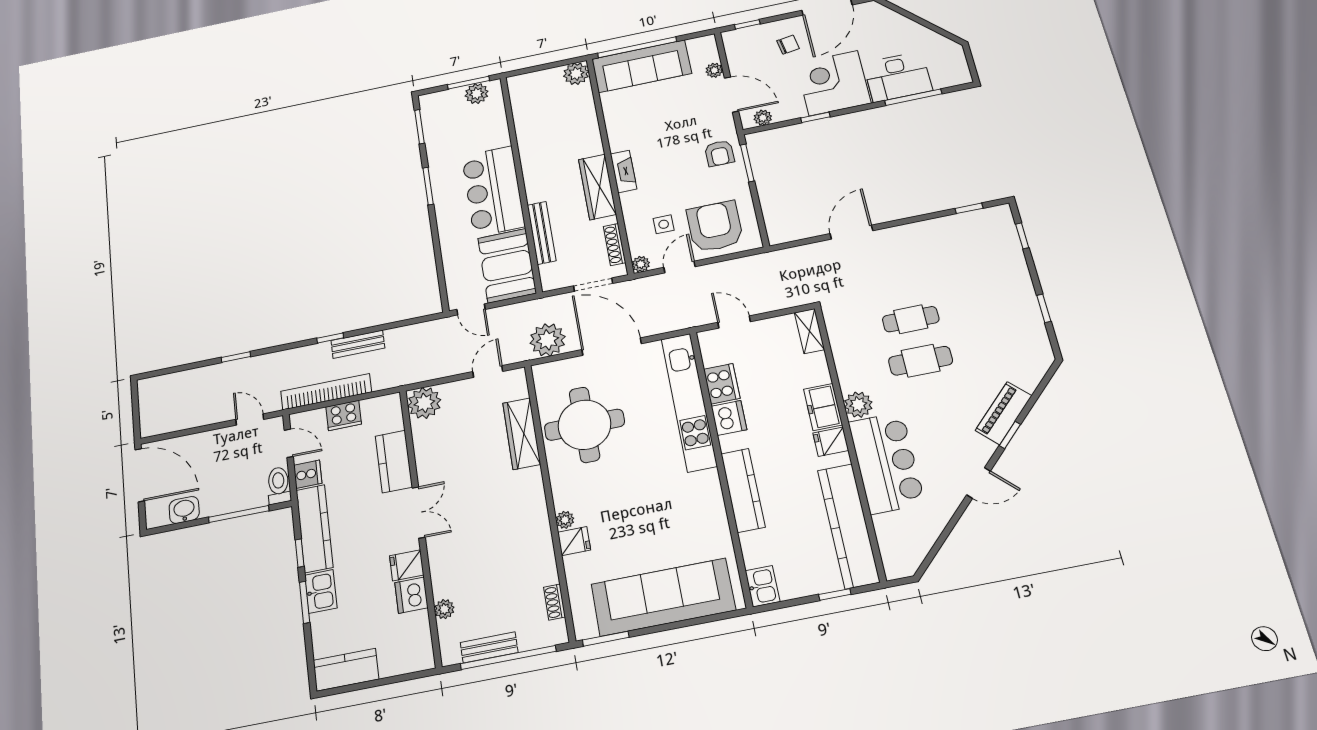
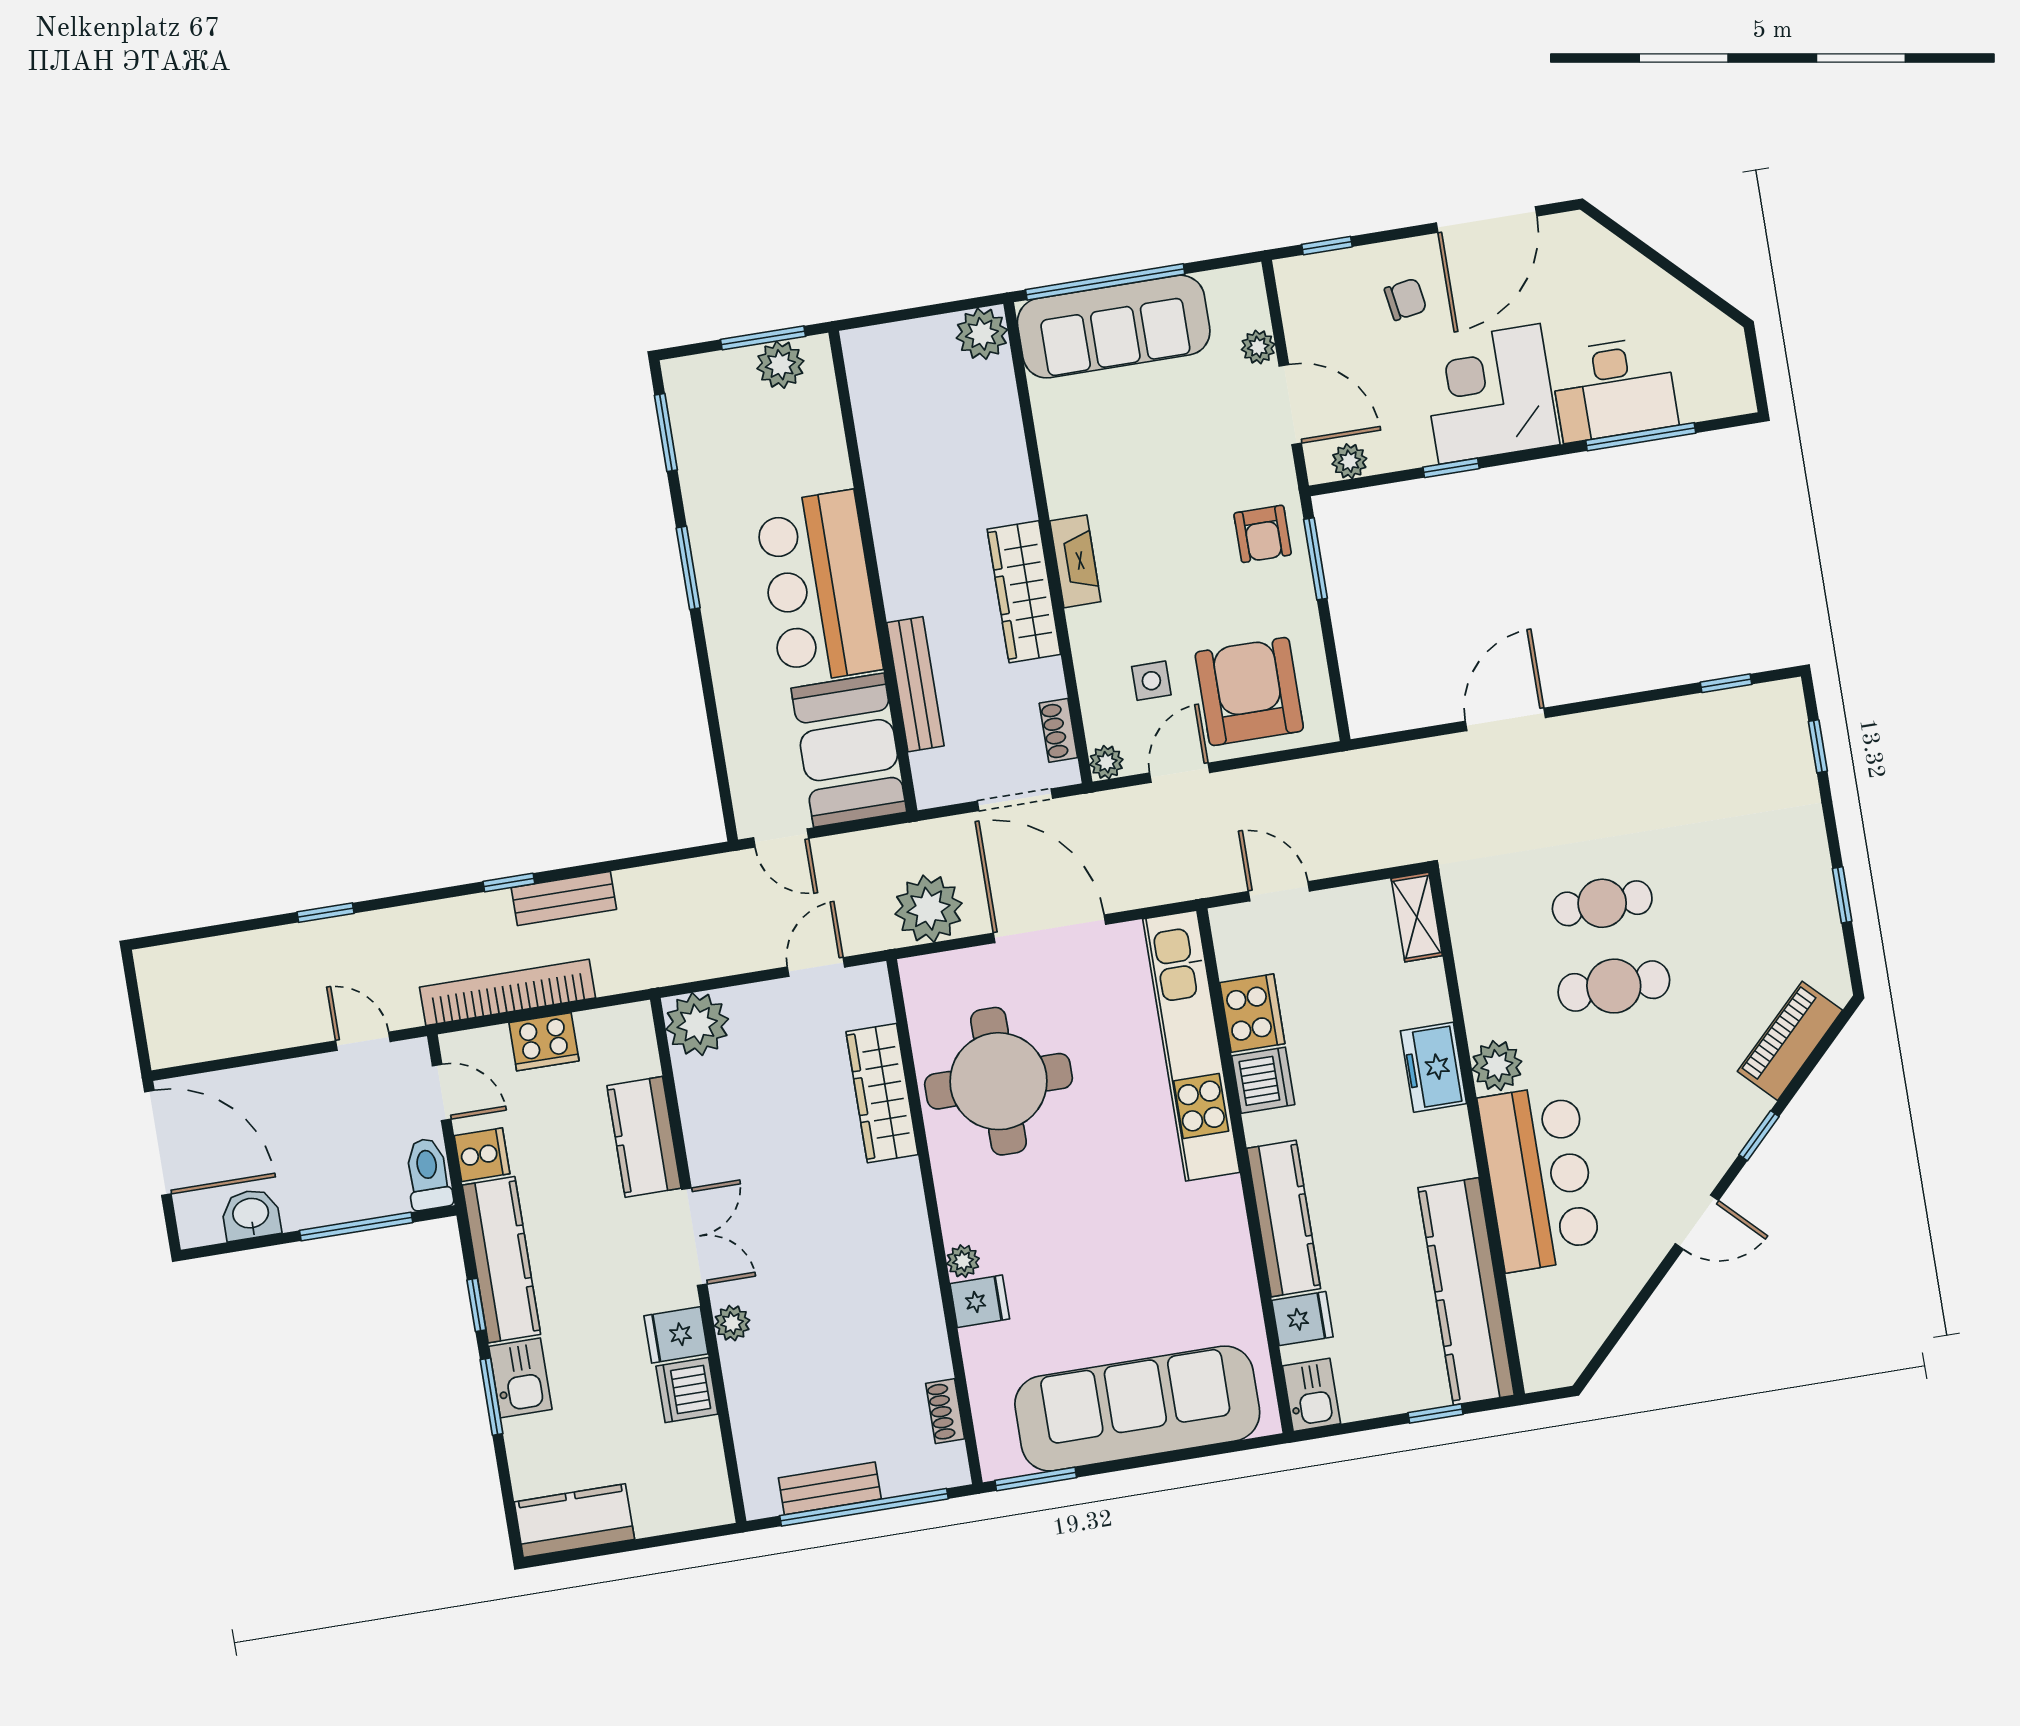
shoe rack: (614, 244) -> (1058, 730), width x0.70
piano: (1004, 413) -> (1790, 1041), moved
fridge: (831, 442) -> (1302, 1319), moved, turned 180
plant: (444, 609) -> (732, 1323), moved

